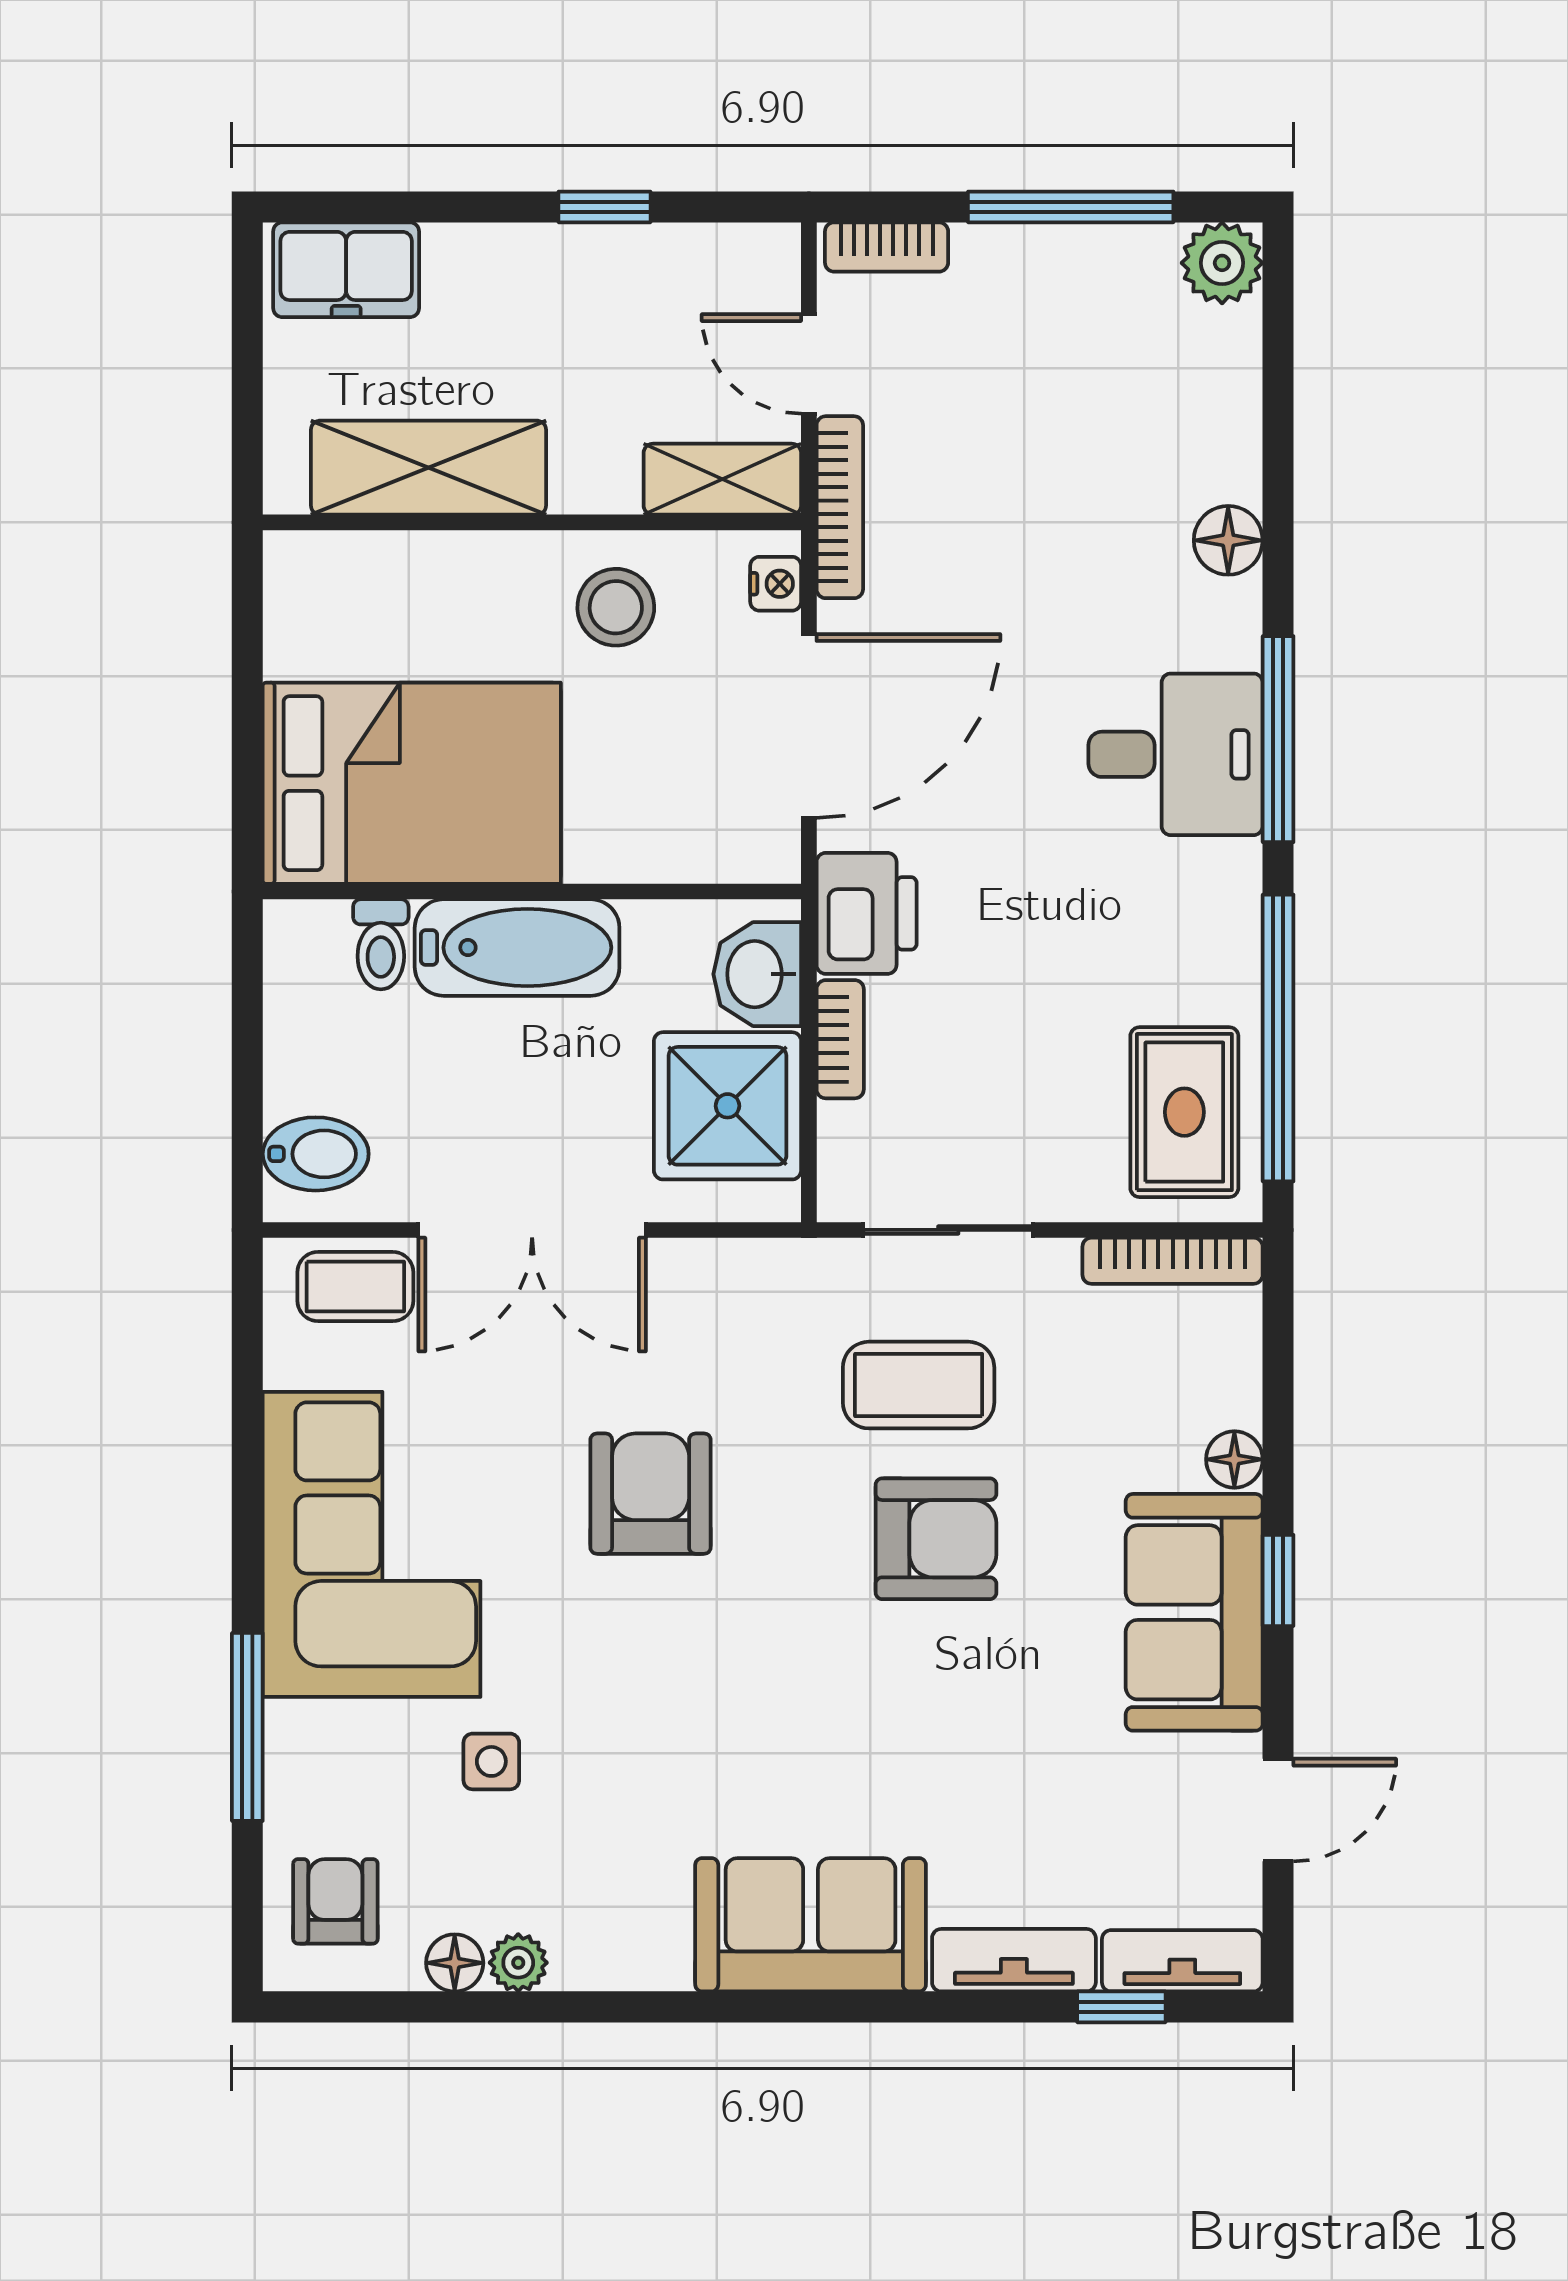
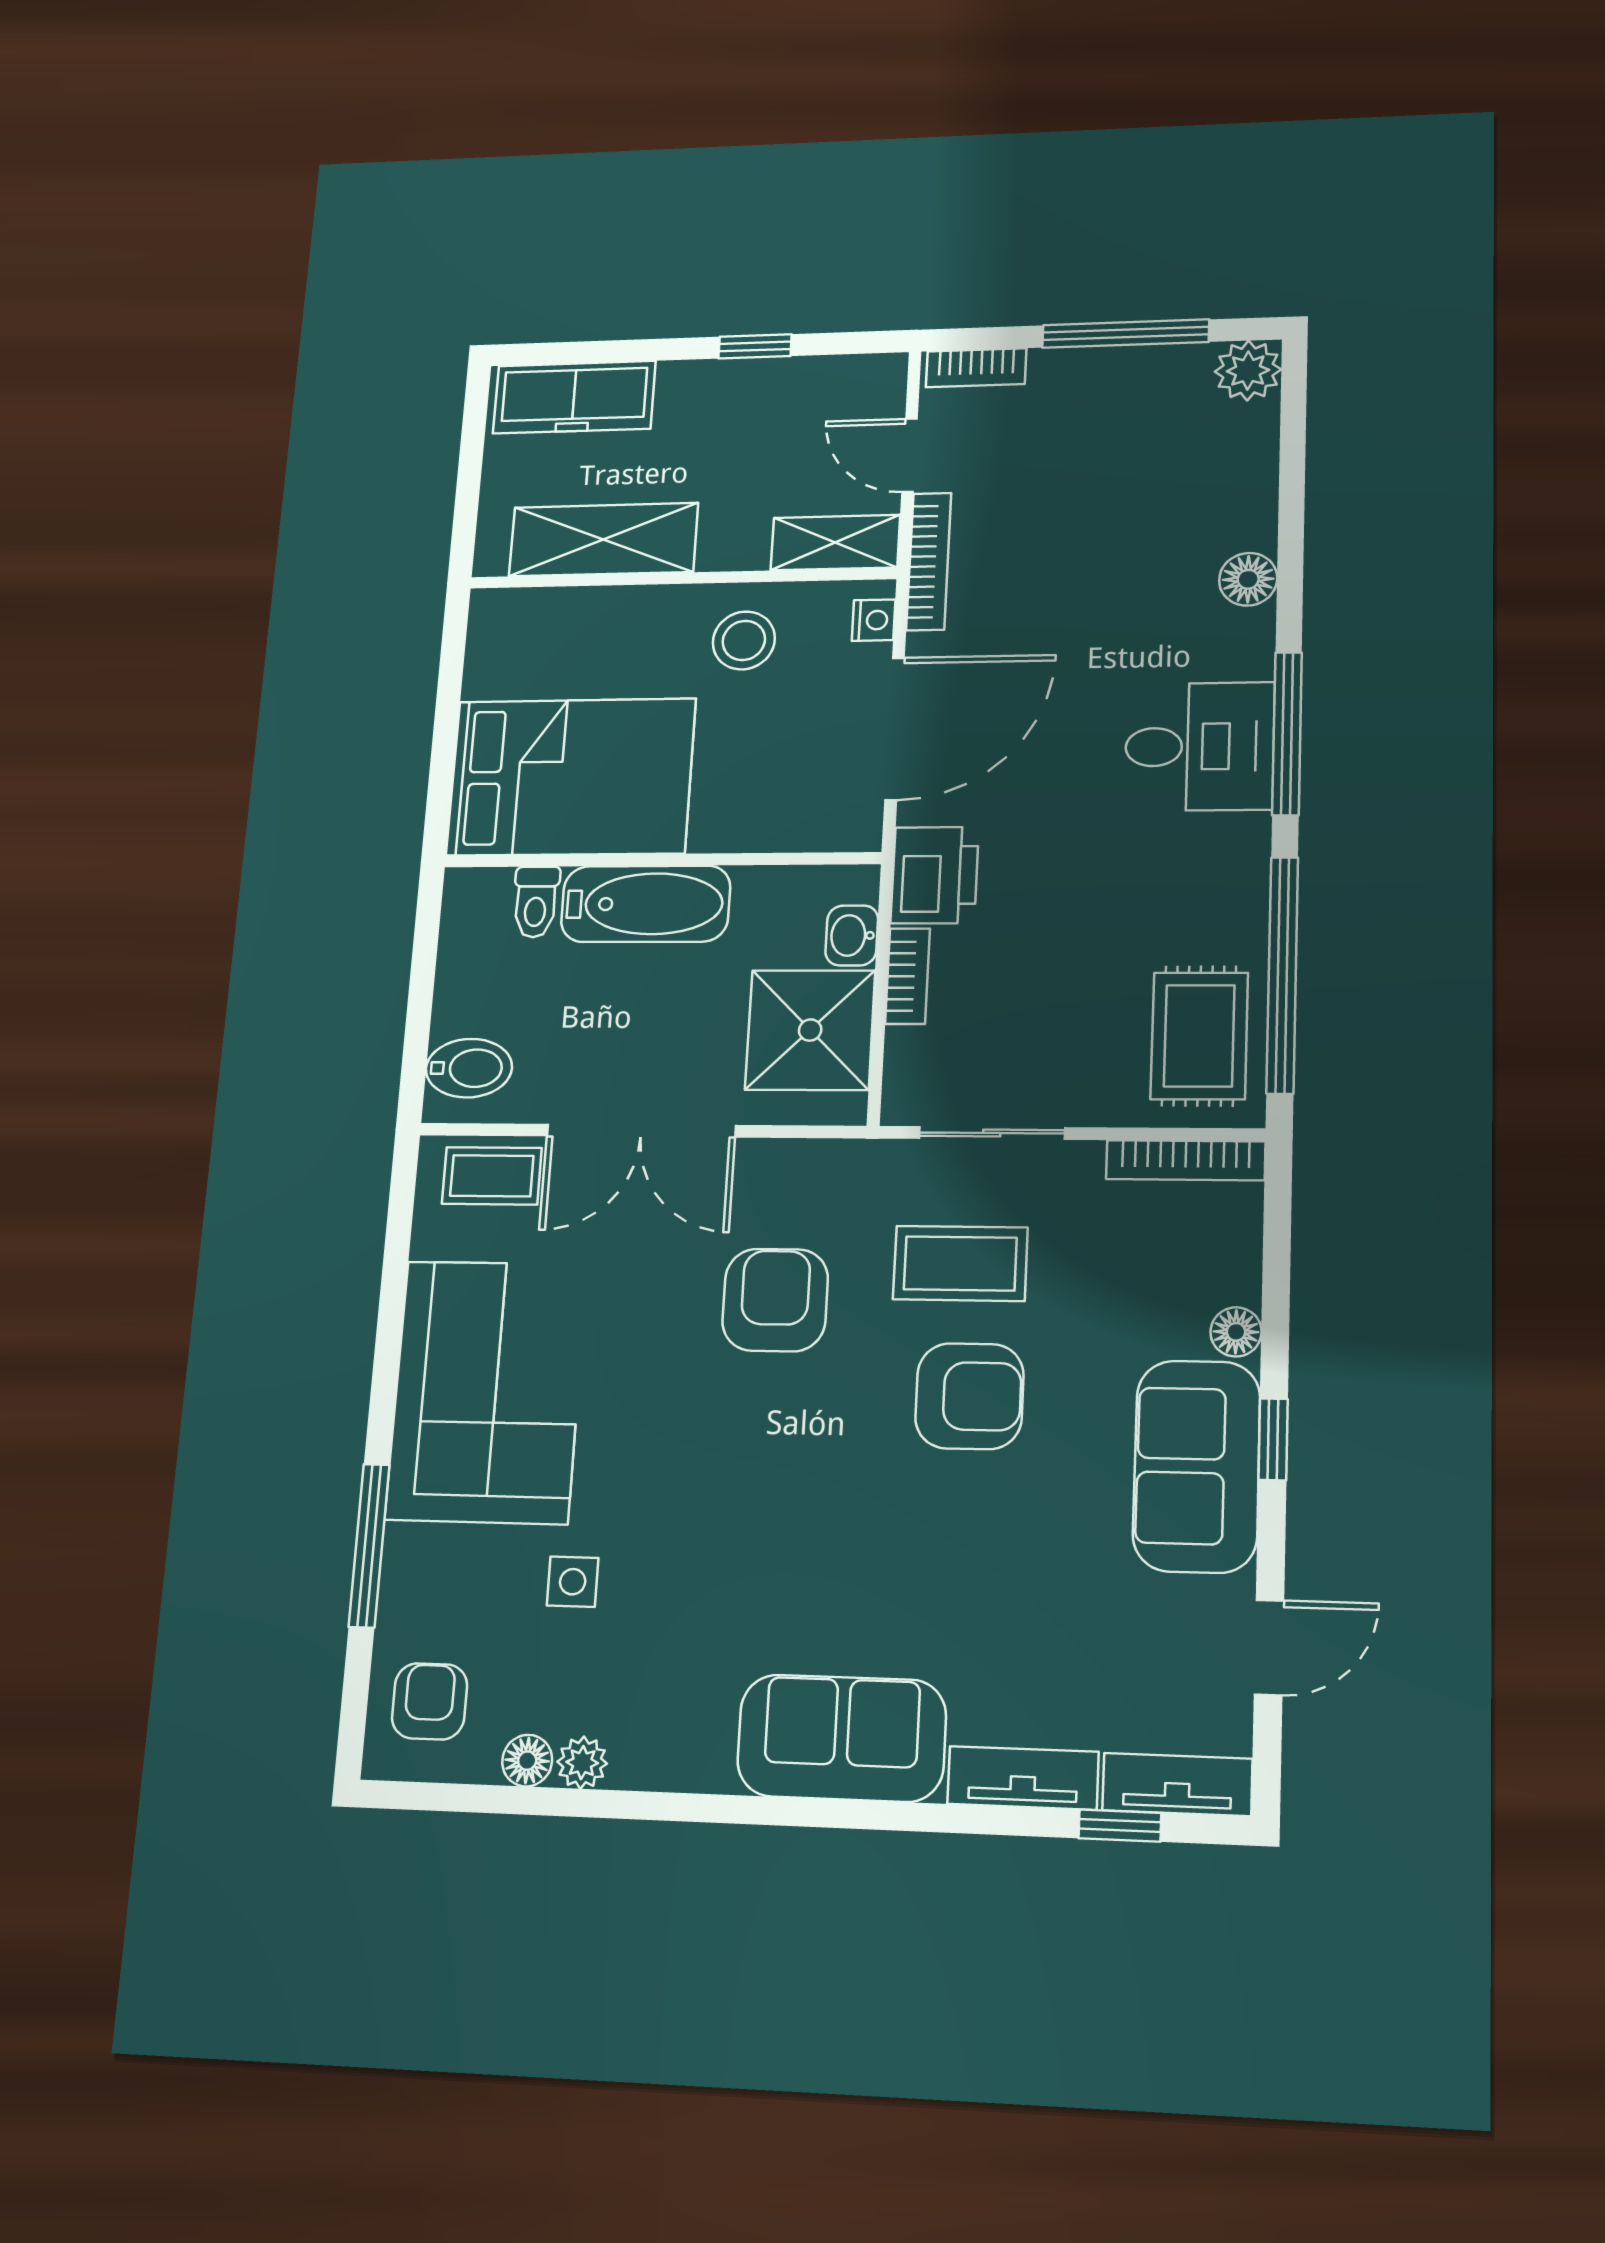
freezer: (346, 270) -> (574, 397), width x1.40
washbasin: (757, 974) -> (852, 935), width x0.72, depth x0.69
armchair: (651, 1494) -> (775, 1300), moved

